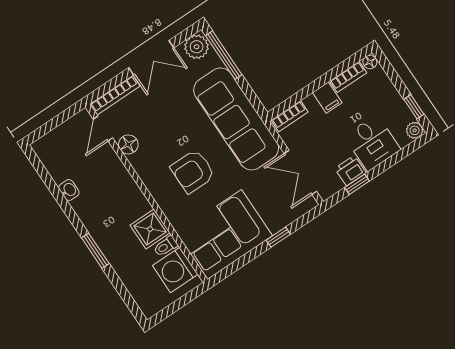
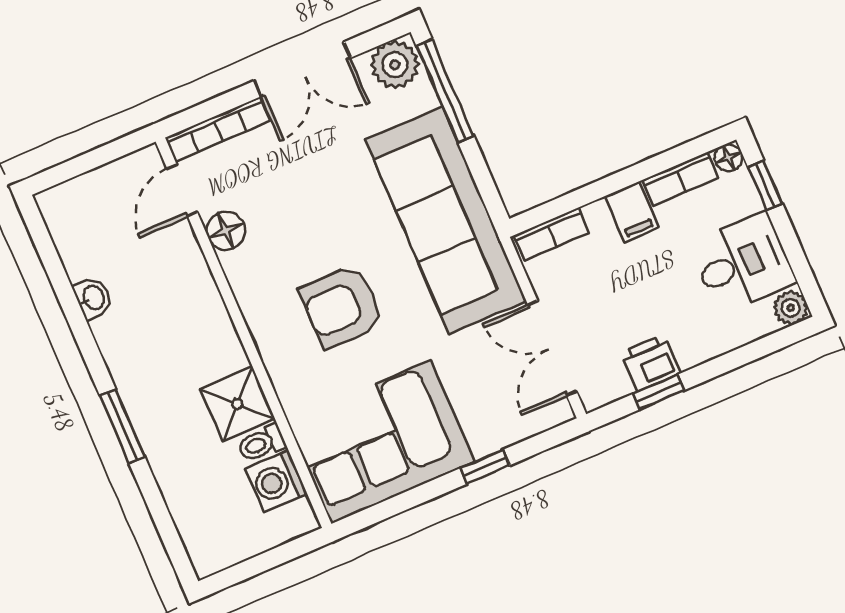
window: (414, 107) -> (765, 186), moved
desk: (372, 143) -> (743, 263), moved, turned -90
washing machine: (175, 270) -> (276, 481), width x0.73, depth x0.73

